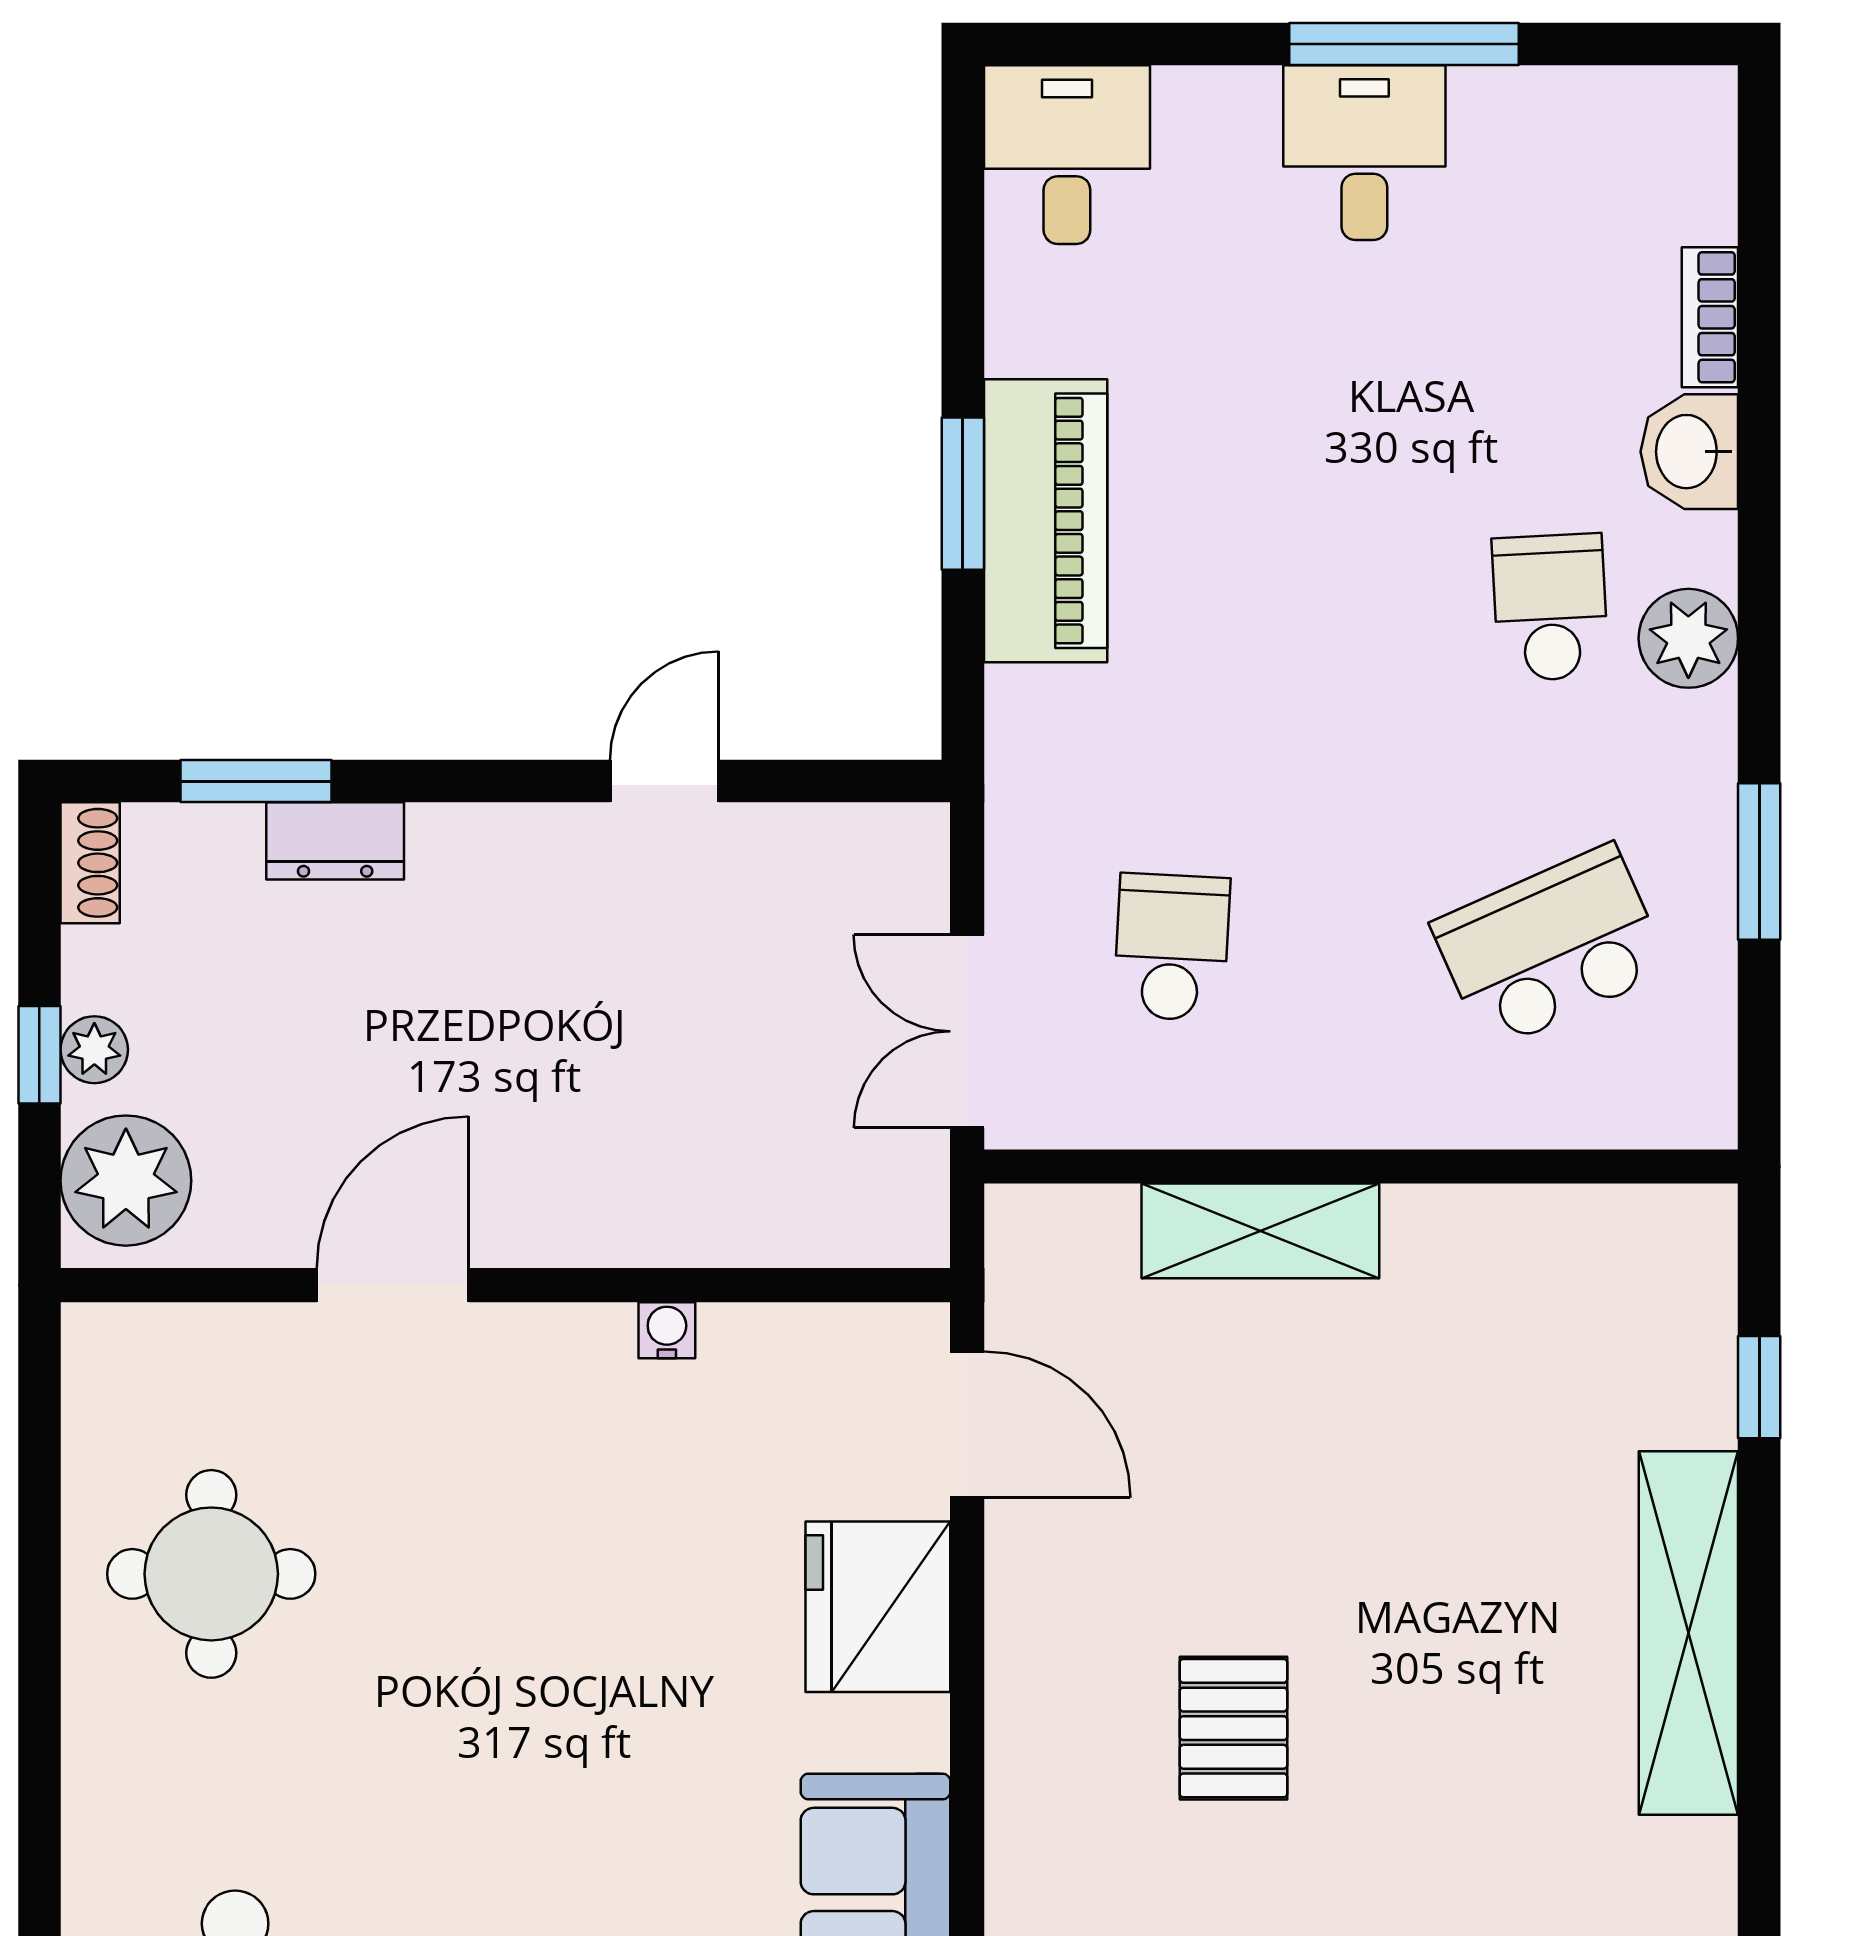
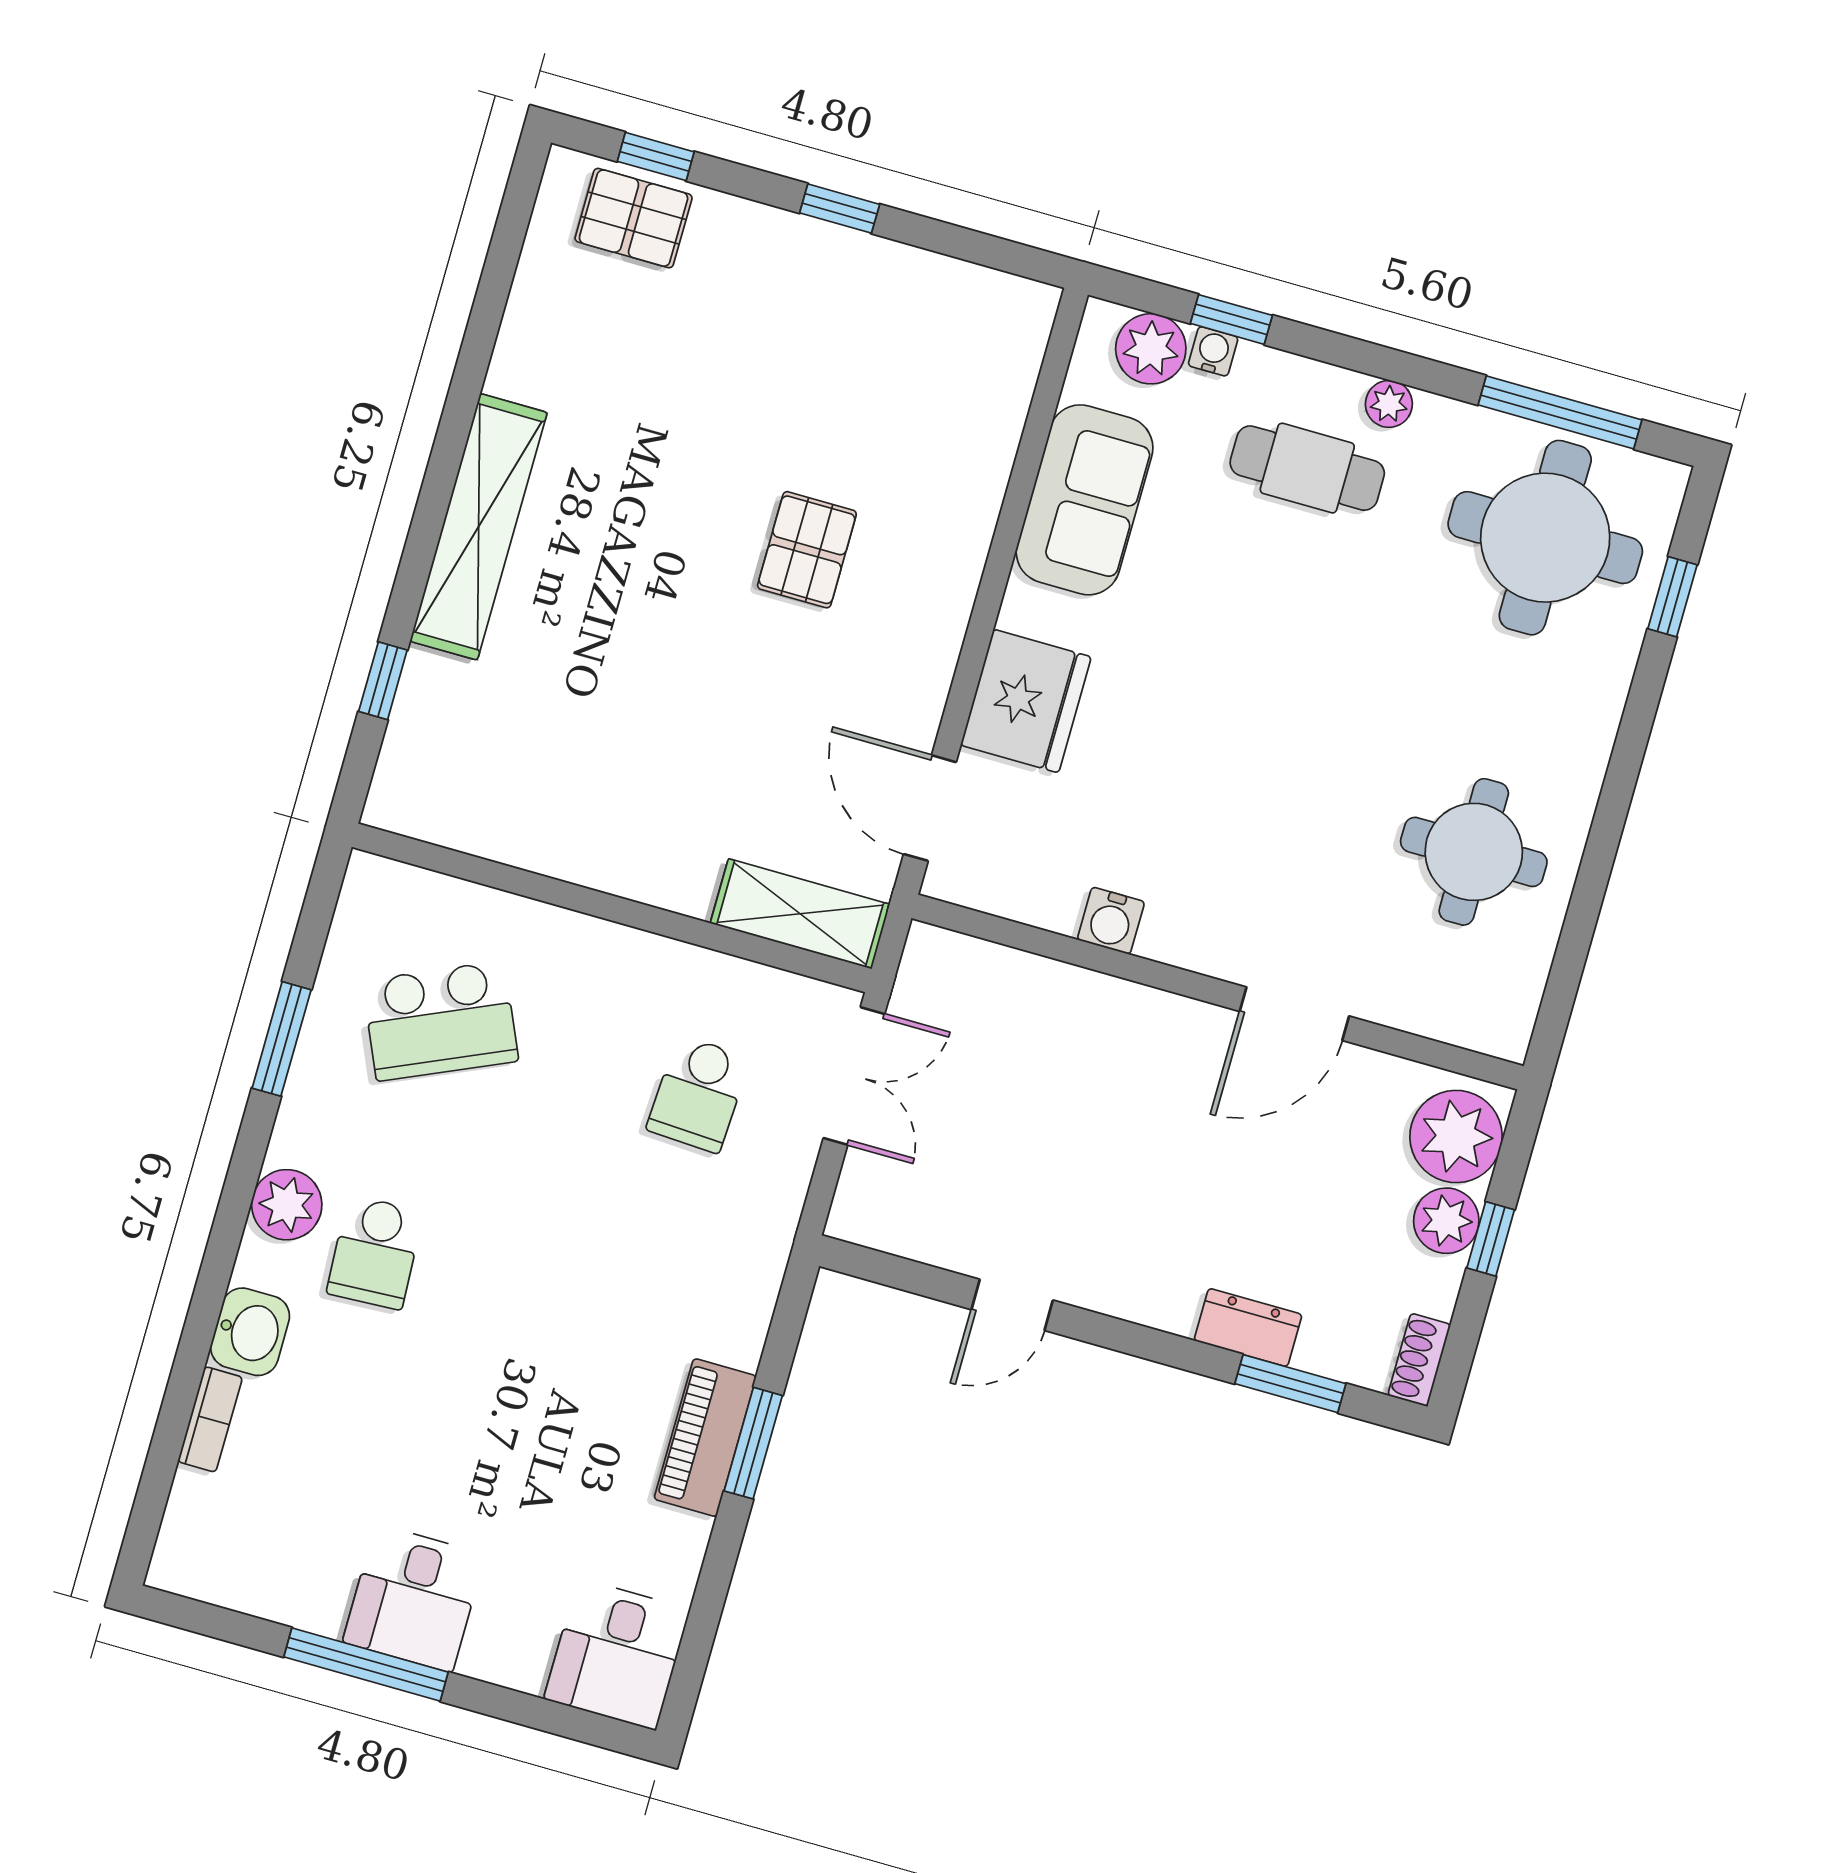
piano: (1046, 521) -> (705, 1438), width x0.73, depth x0.75
plant: (94, 1050) -> (1446, 1221), width x1.38, depth x1.38
shelving: (1260, 1231) -> (800, 914), moved
water cooler: (667, 1330) -> (1111, 921), width x1.38, depth x1.38

